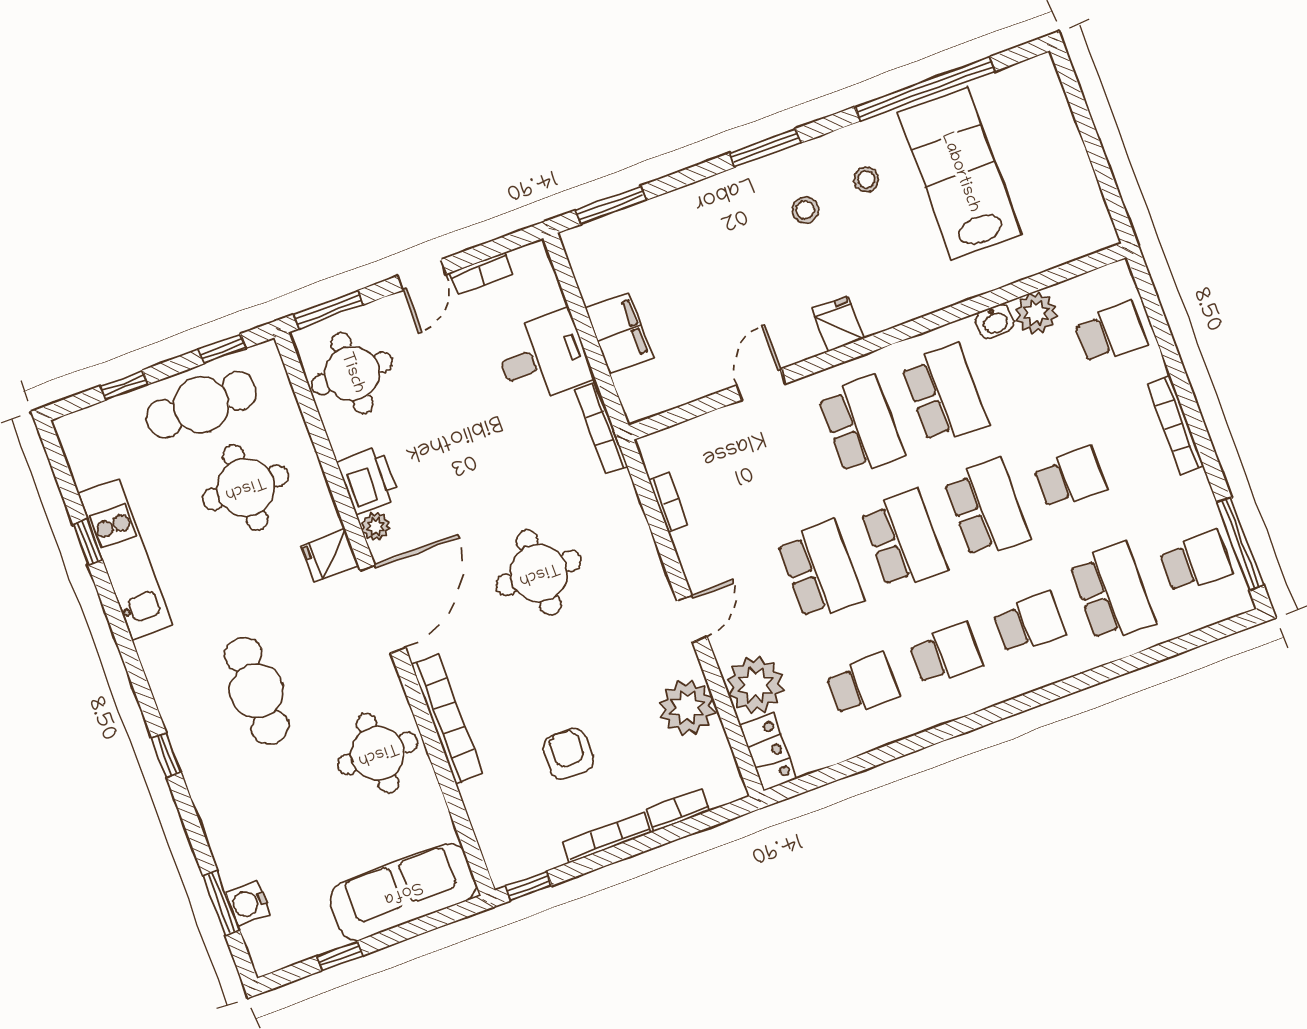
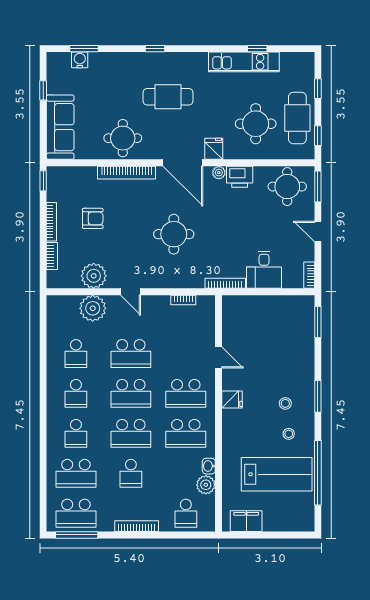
bookcase: (481, 273) -> (309, 275), moved
filing cabinet: (619, 333) -> (246, 521), moved, turned 180
school desk: (1195, 562) -> (76, 513), width x1.85
locker: (768, 752) -> (62, 303), removed

